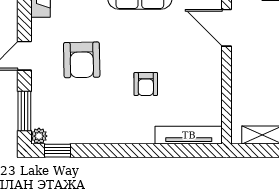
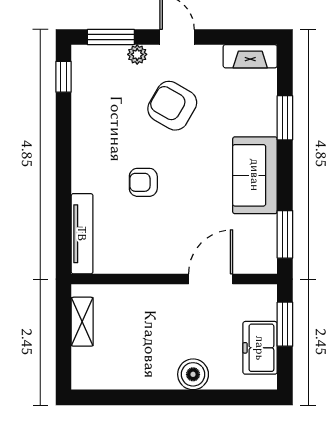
armchair: (82, 60) -> (172, 106), turned 31
plant: (39, 136) -> (137, 54), moved

